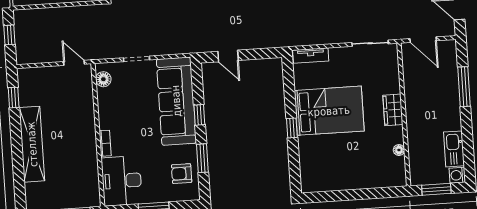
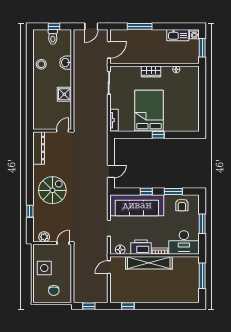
printer: (110, 112) -> (141, 247), added
shelving: (32, 144) -> (149, 263), moved

